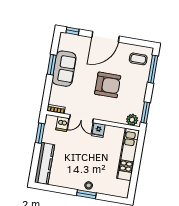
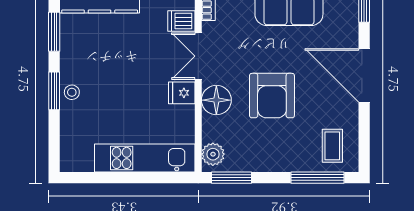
floor lamp: (105, 113) -> (216, 100), added
window: (57, 189) -> (54, 32), added

